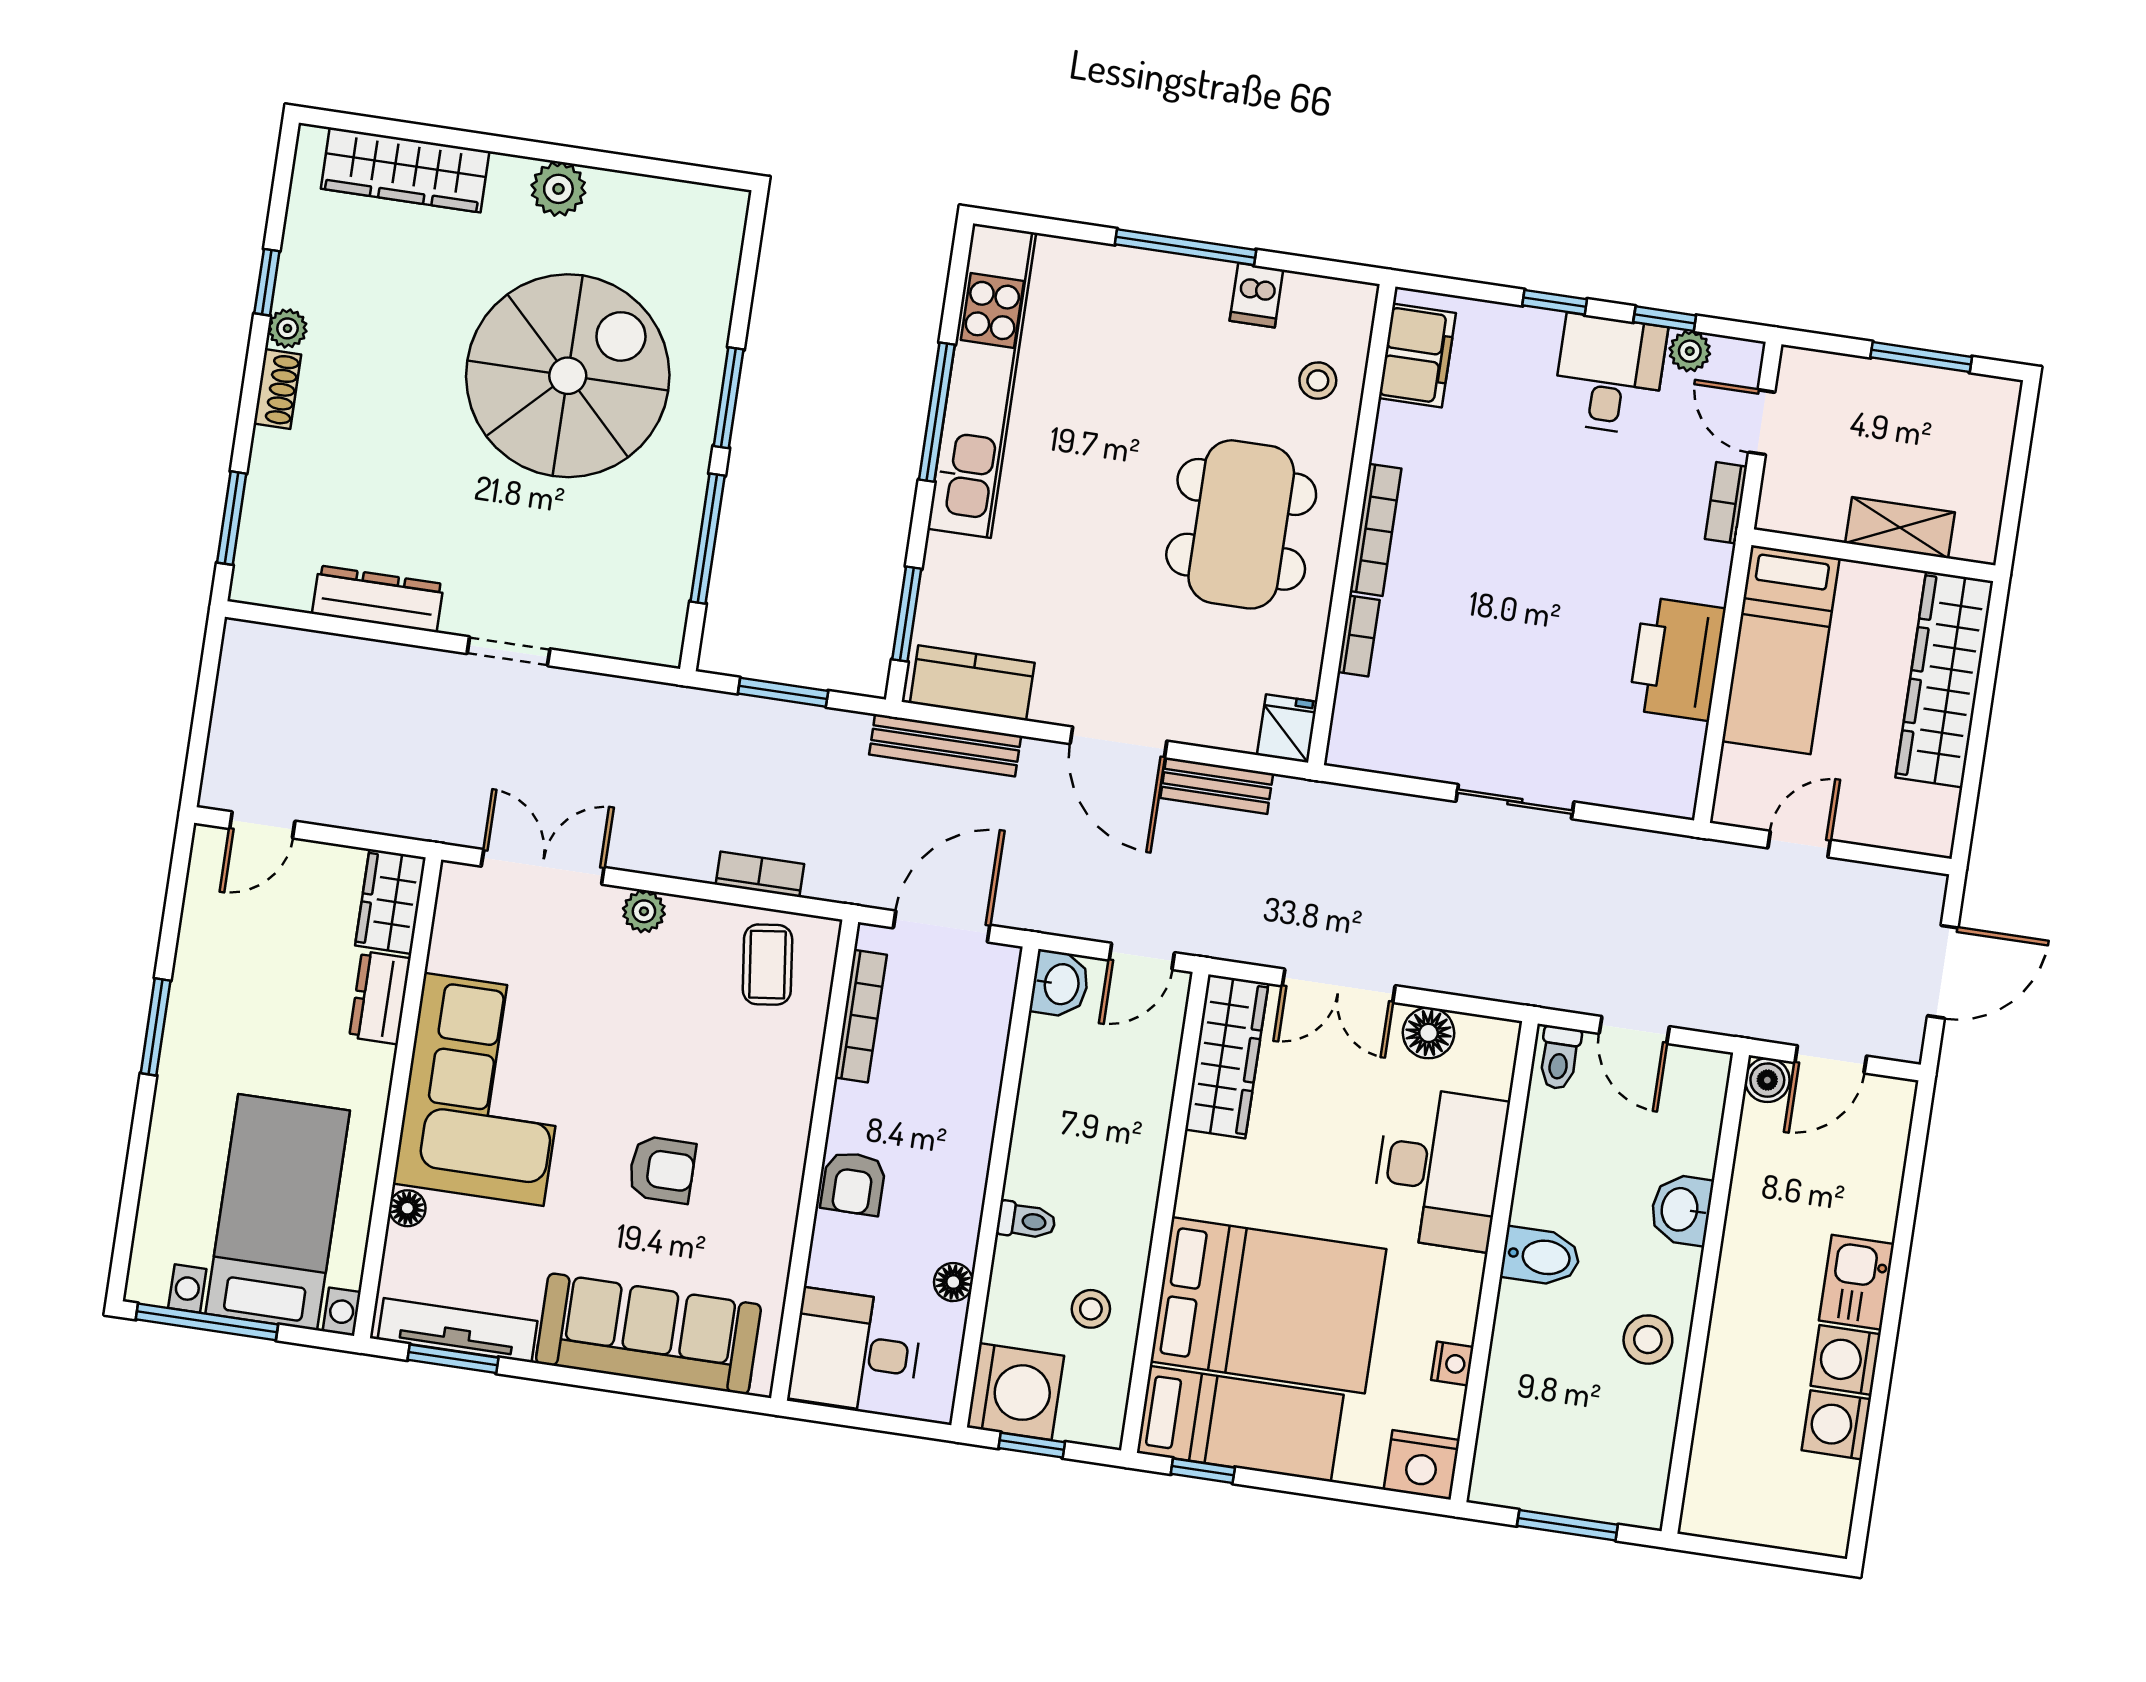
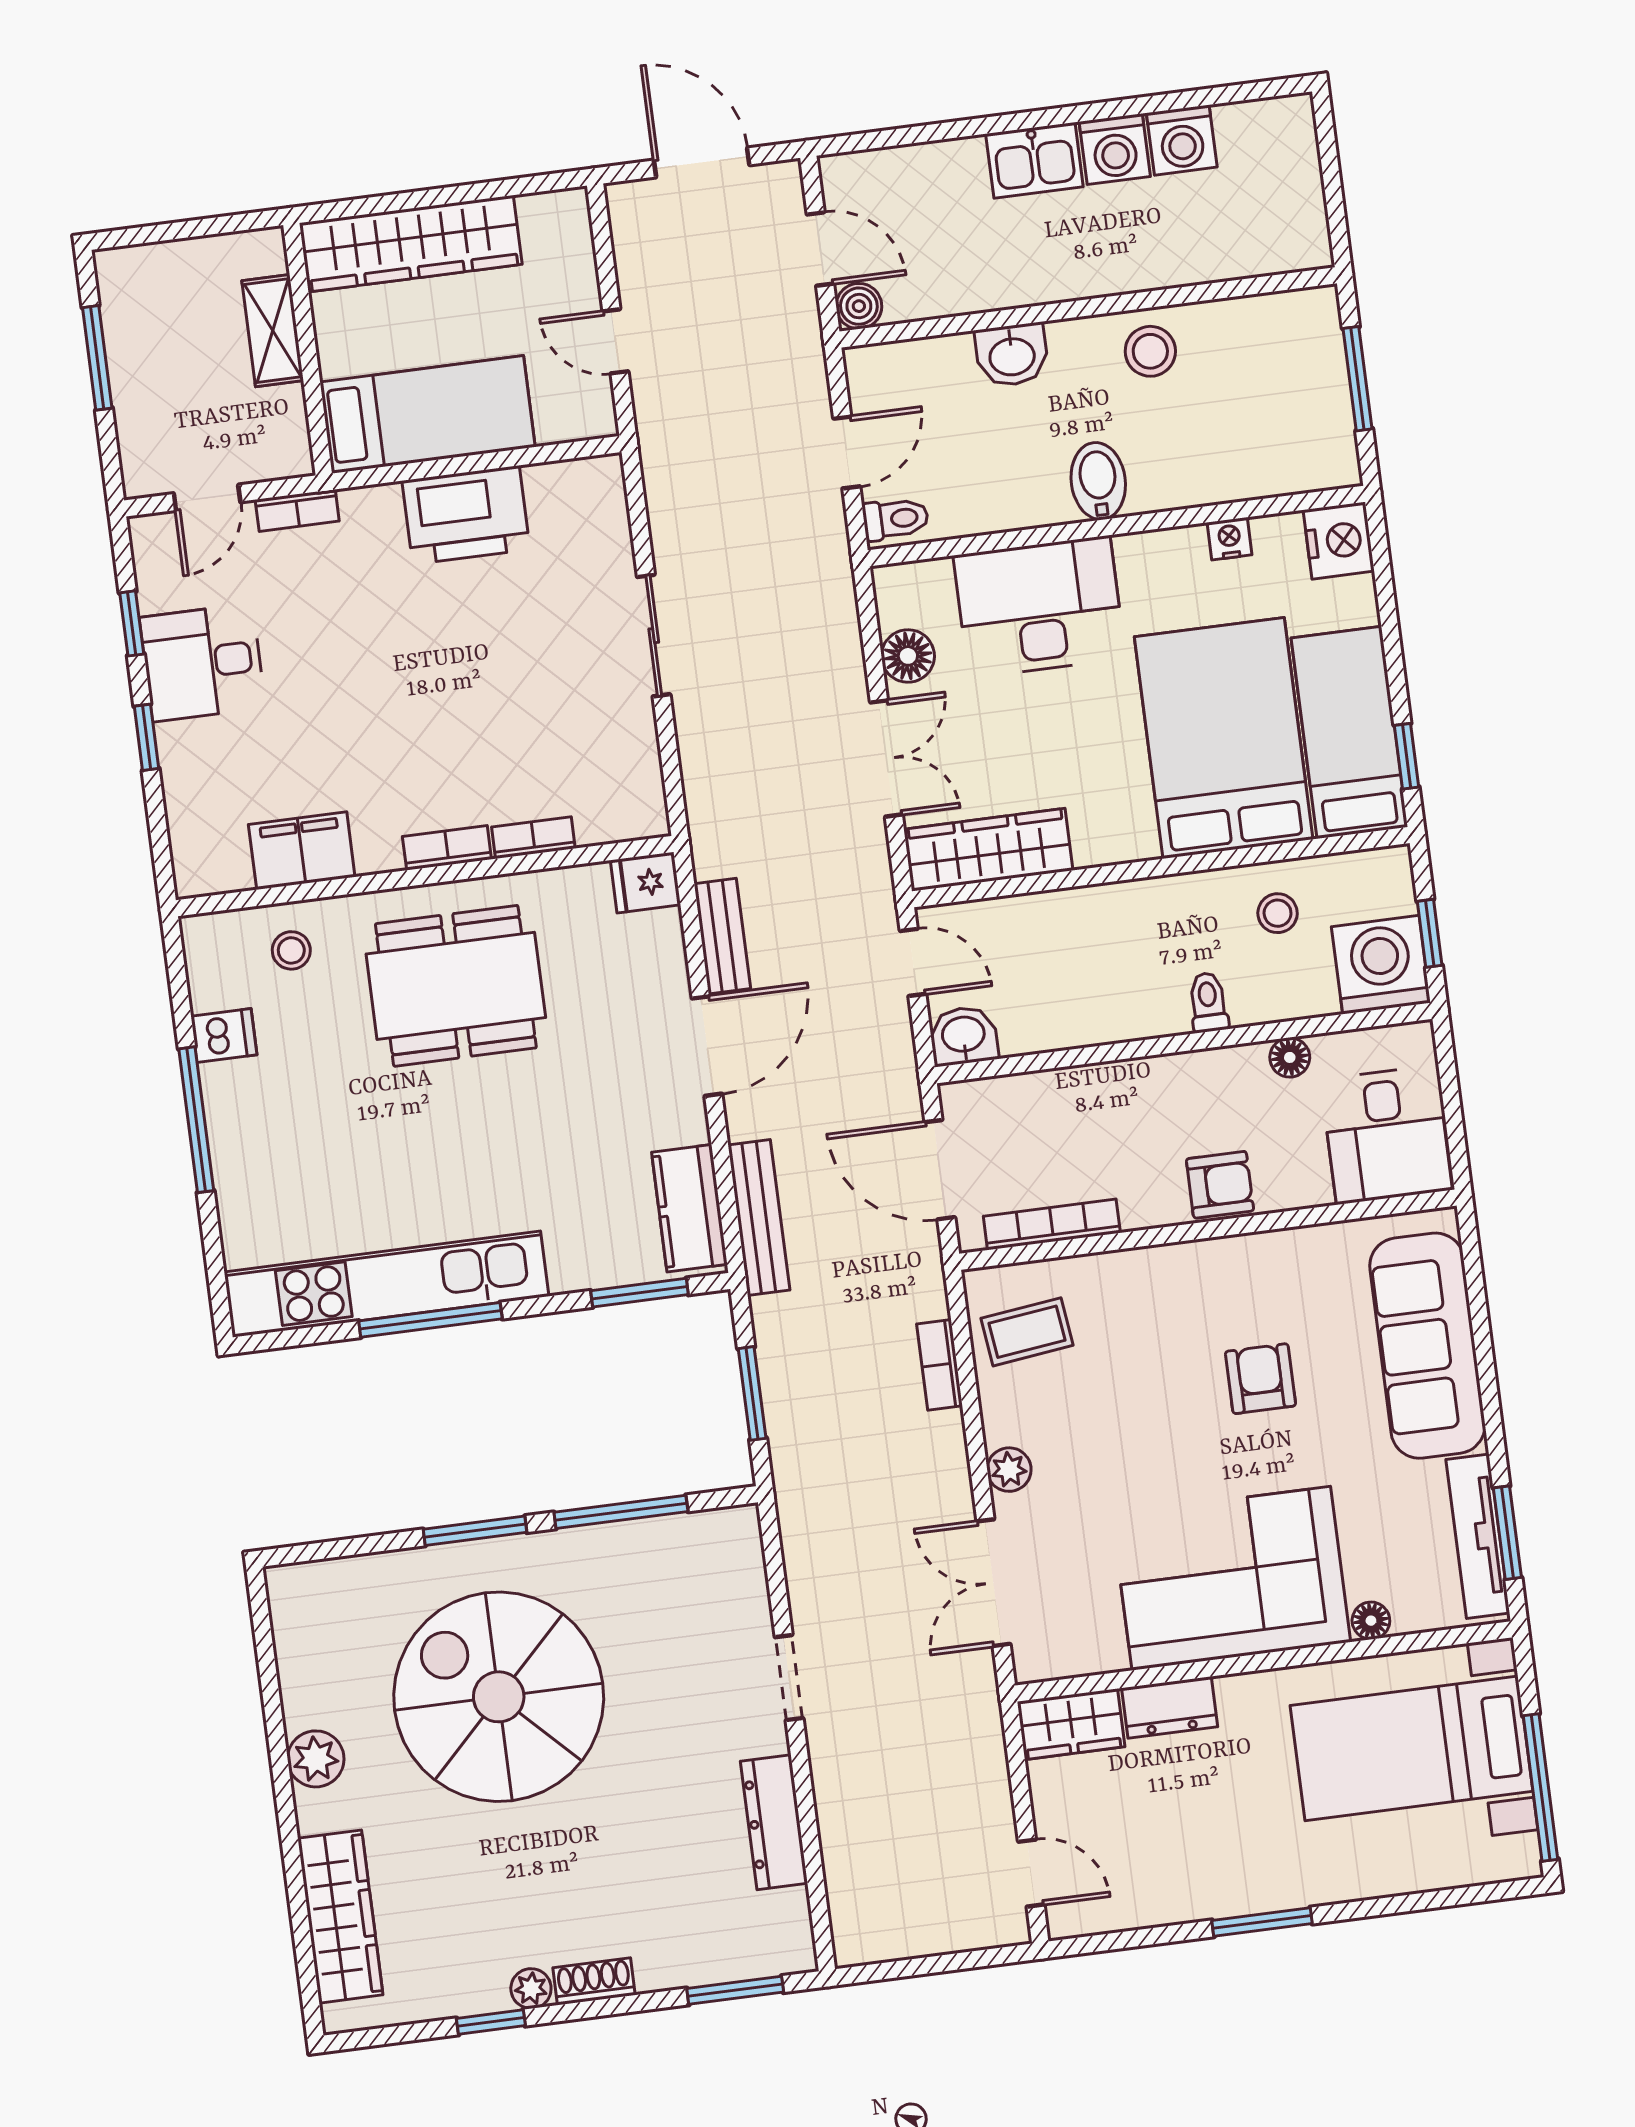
plant: (1690, 351) -> (157, 589), removed
filing cabinet: (1417, 356) -> (302, 851), moved
bookcase: (1376, 530) -> (447, 848), width x0.64

